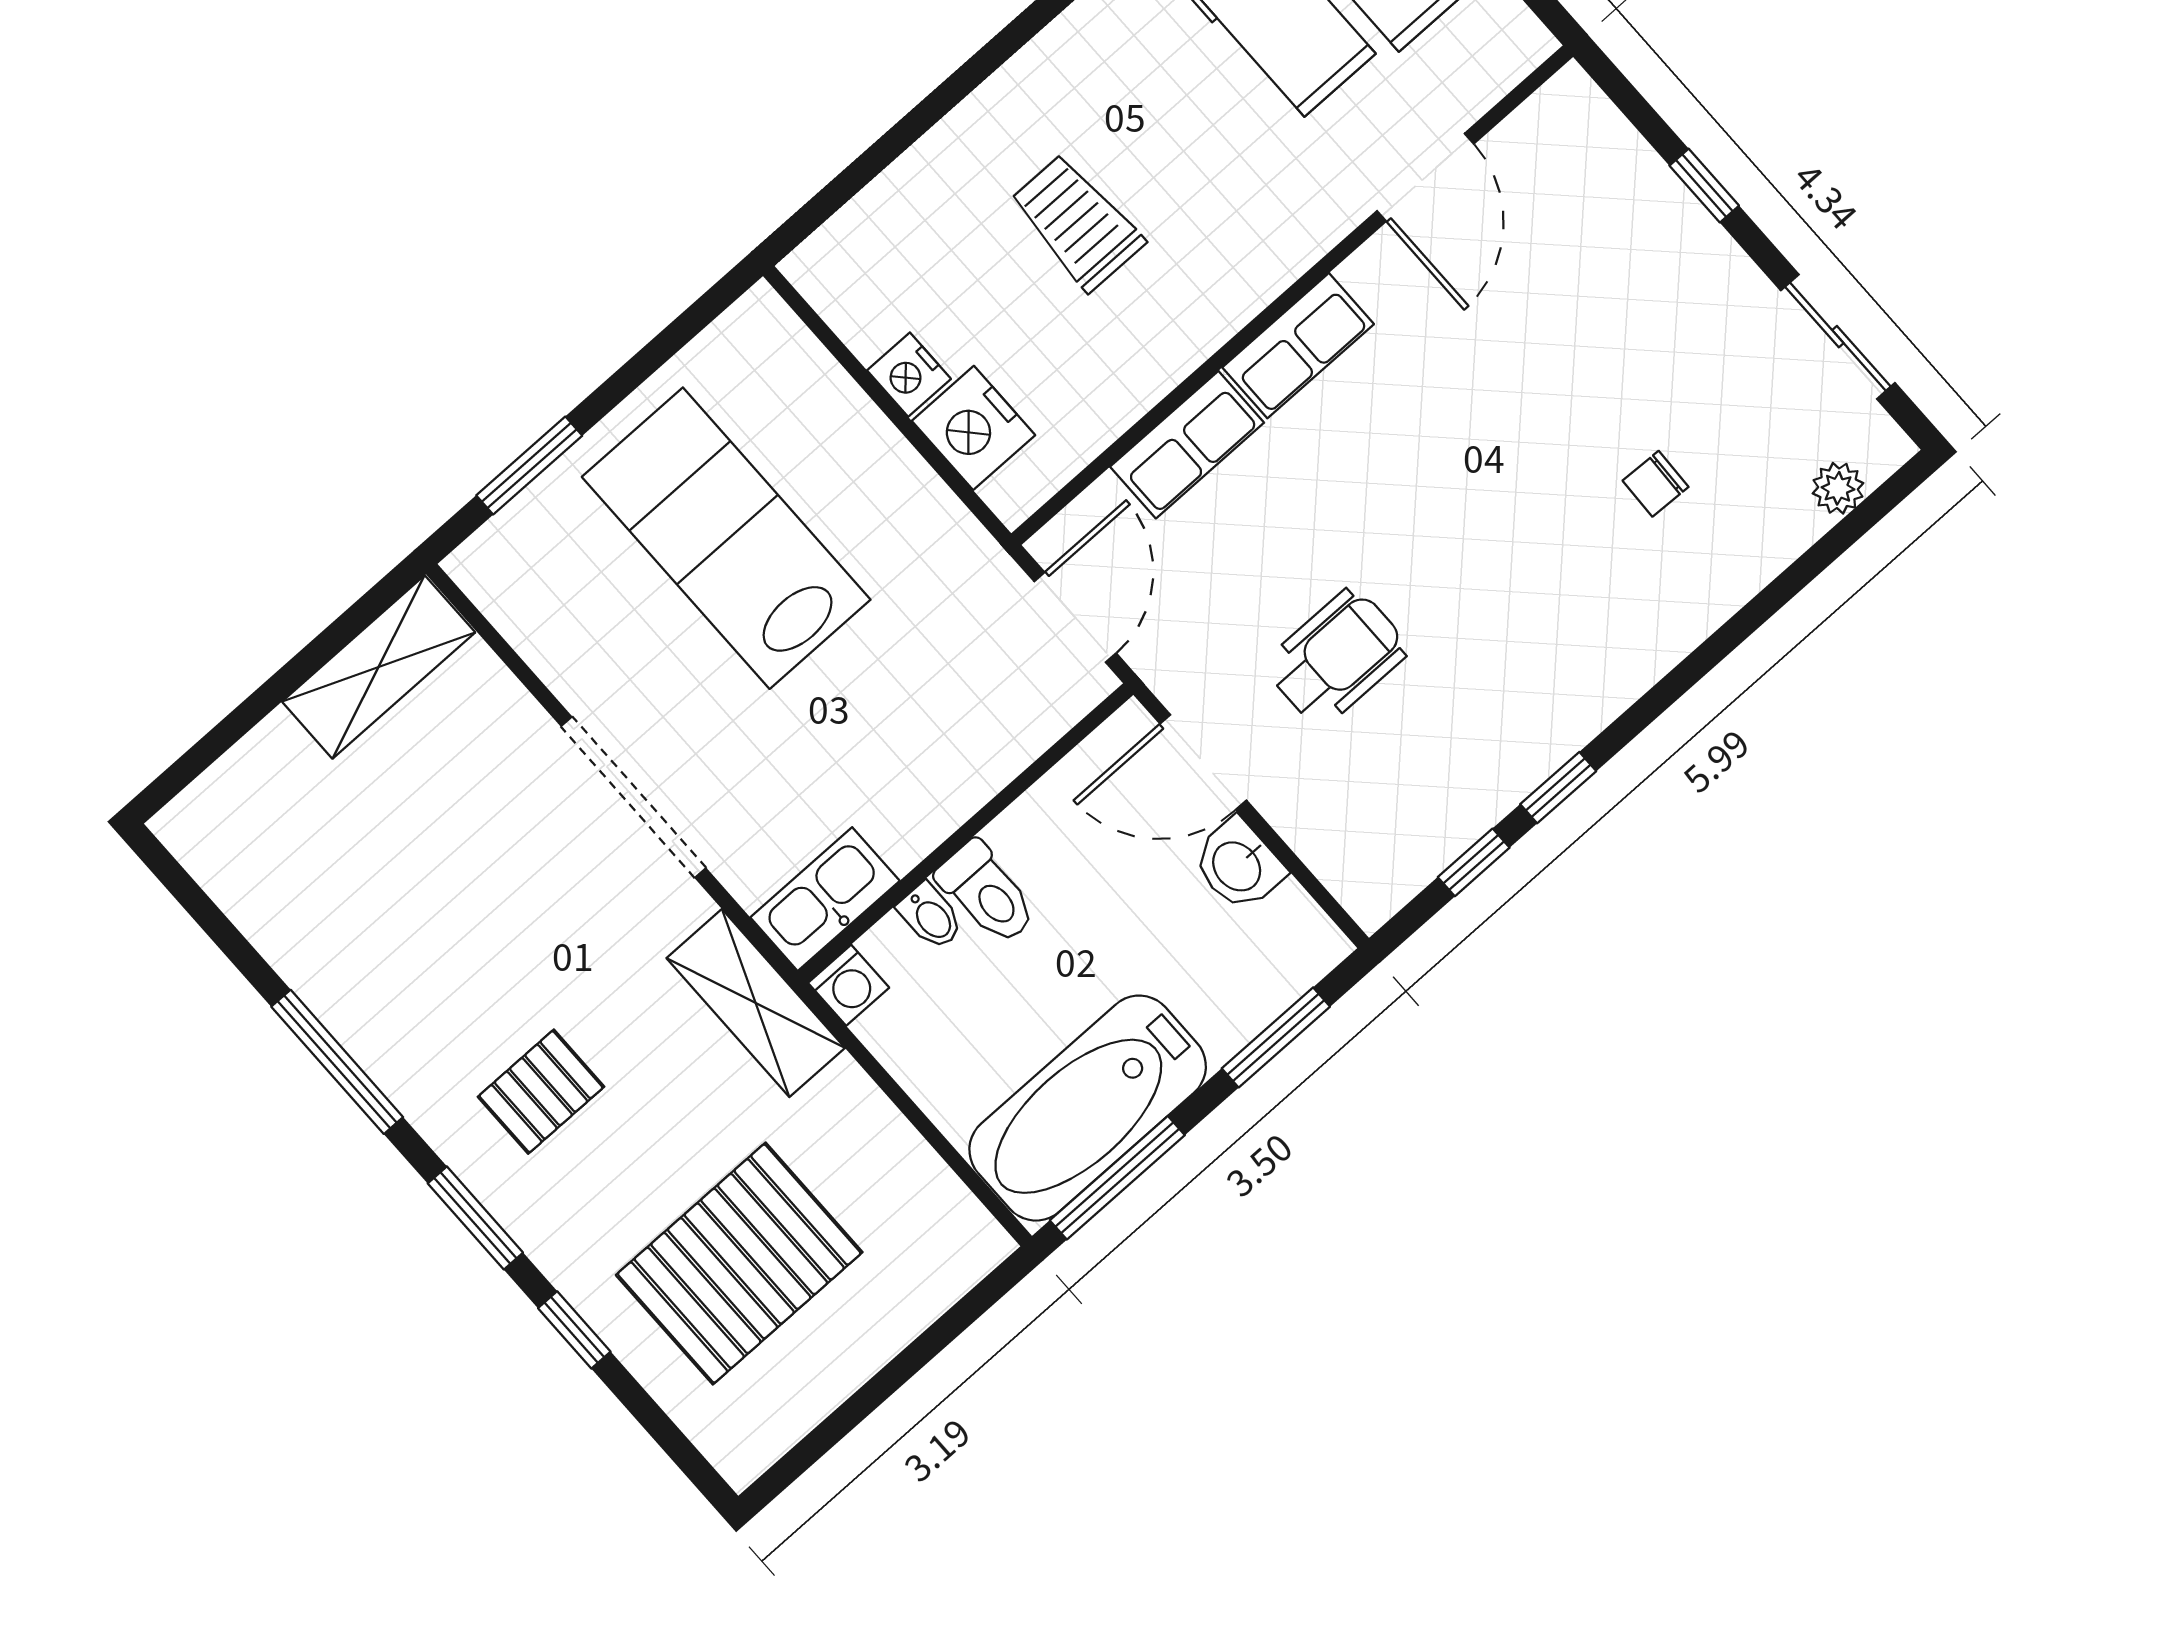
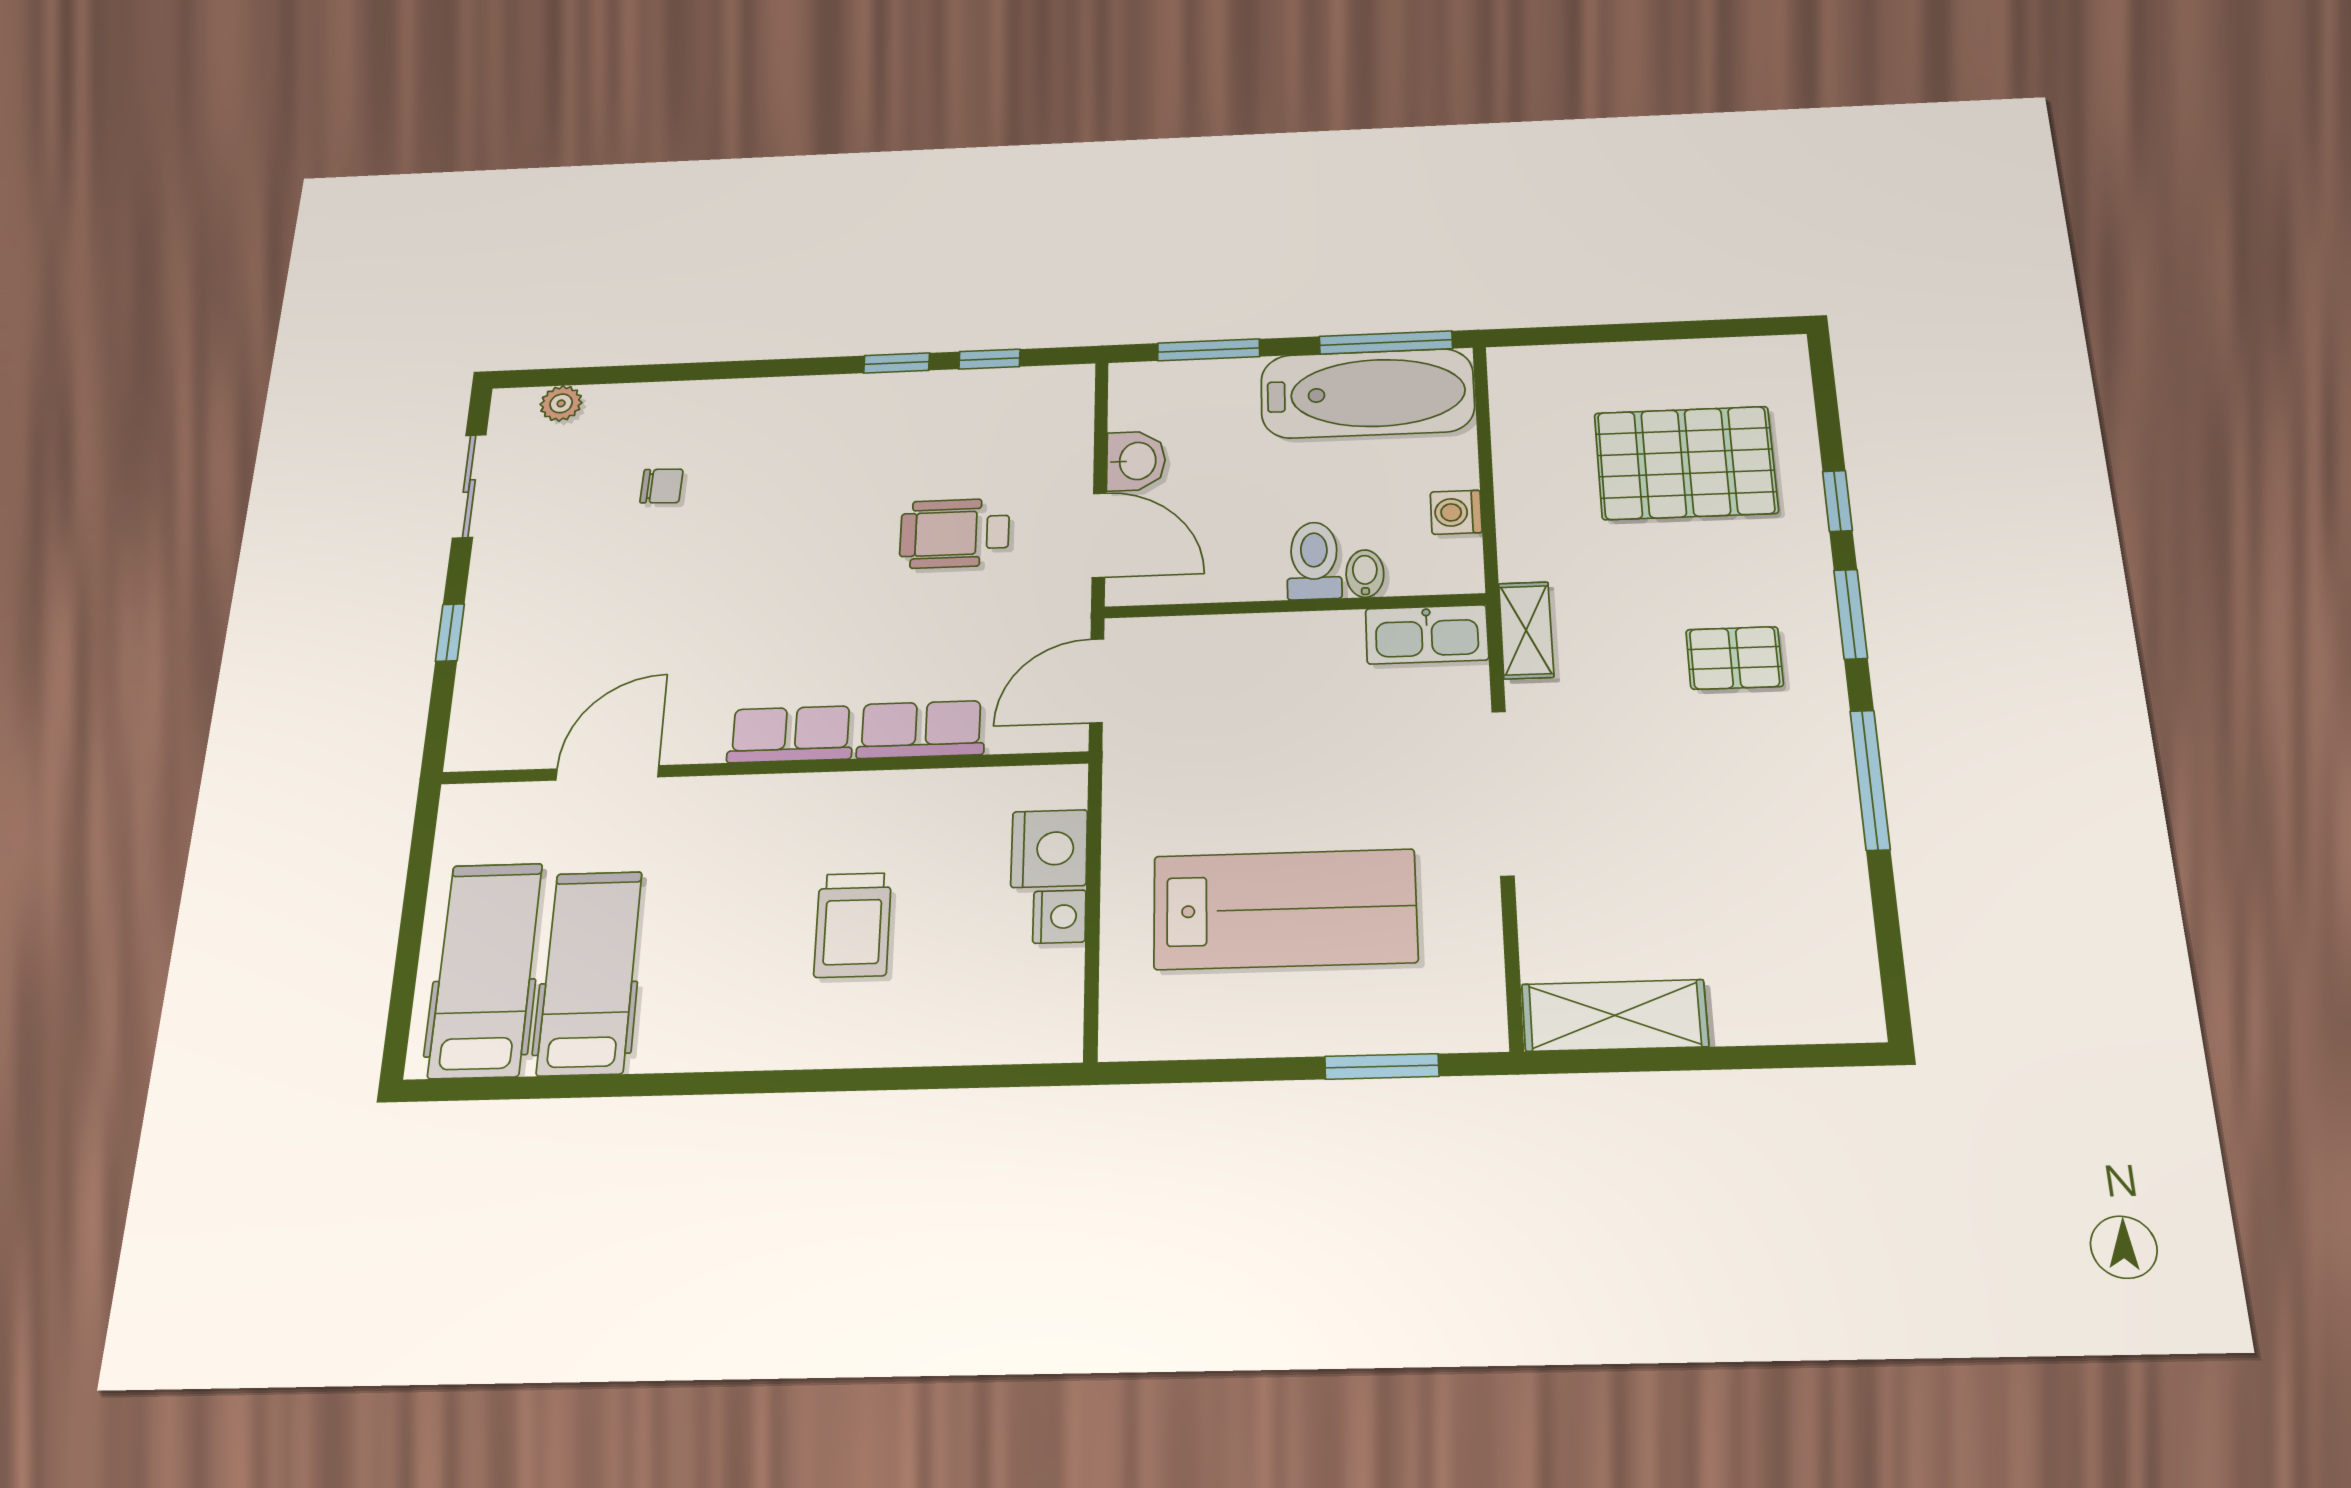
lab bench: (726, 538) -> (1285, 909), turned -90
washing machine: (849, 985) -> (1456, 512), moved, turned -90
shelving: (756, 1003) -> (1526, 630), width x0.67, depth x0.75

